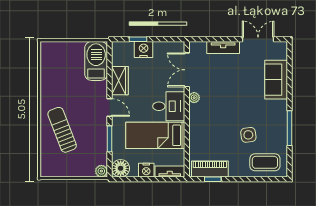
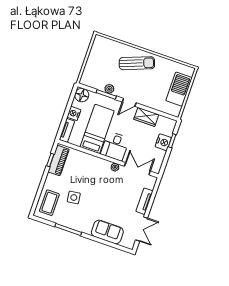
barbecue: (96, 61) -> (179, 89), moved, turned -90
sun lounger: (62, 130) -> (137, 63), moved
plant: (101, 171) -> (109, 89), moved

